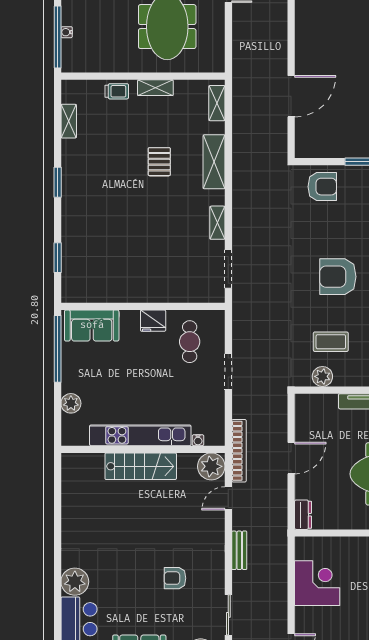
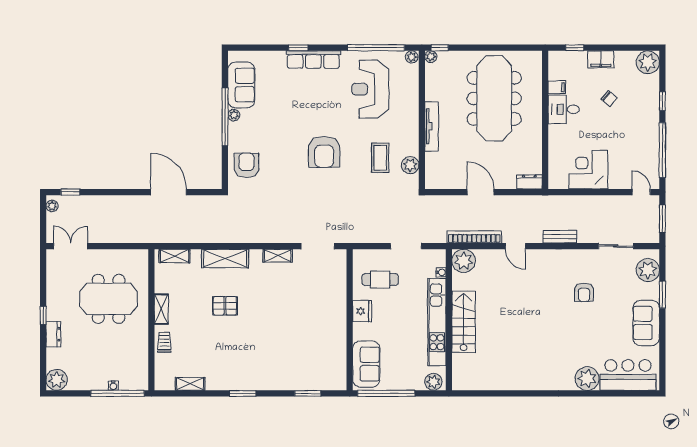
kitchen unit: (140, 435) -> (437, 322), moved
water cooler: (198, 440) -> (441, 272), moved
wall: (143, 449) -> (449, 320), moved
stairs: (141, 466) -> (464, 322), moved
plant: (211, 466) -> (464, 261), moved

